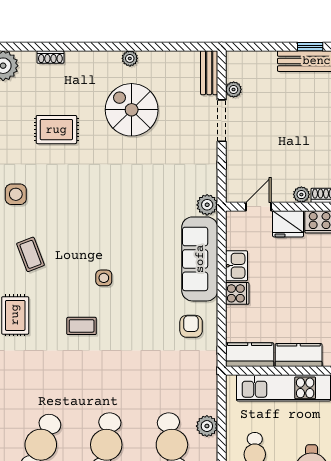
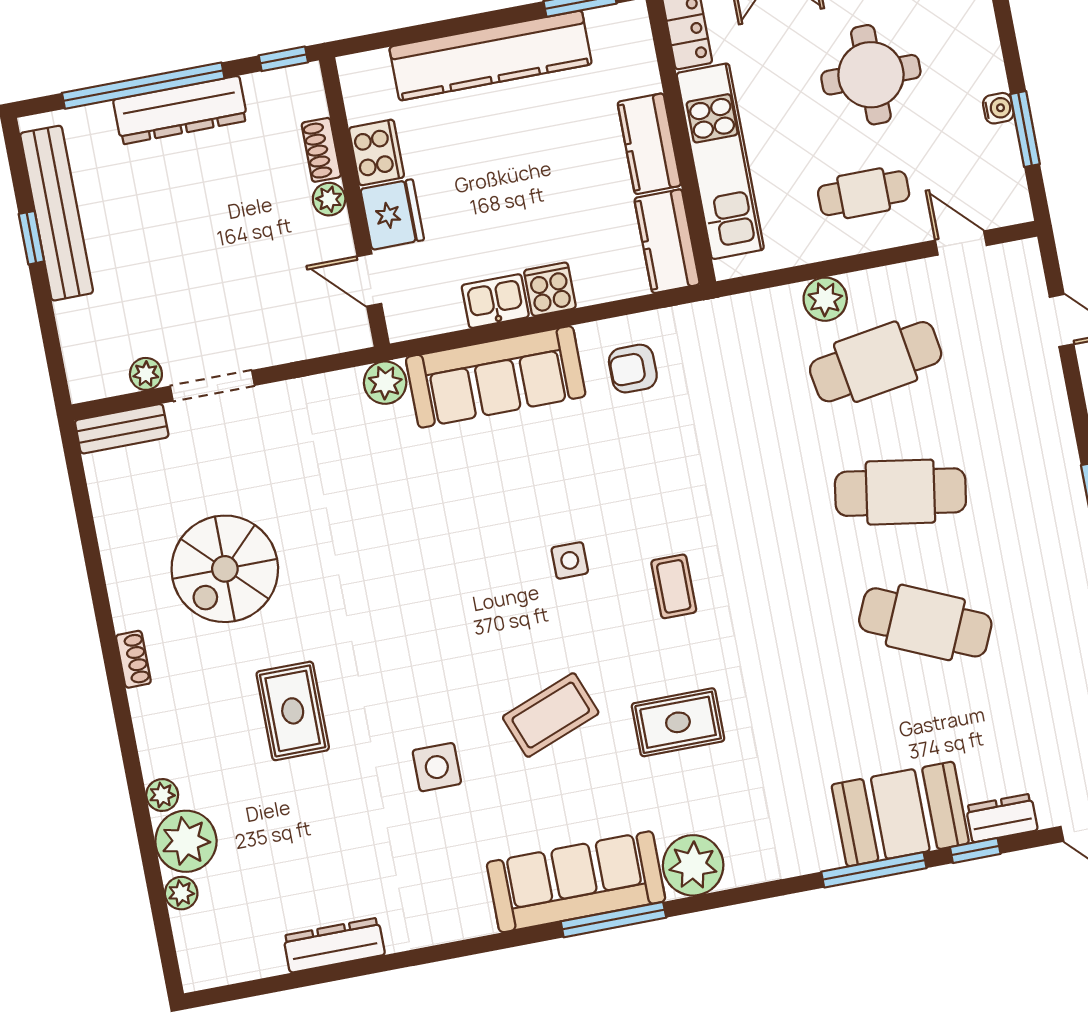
shoe rack: (50, 57) -> (133, 659), moved
plant: (130, 58) -> (162, 795), moved
coffee table: (31, 254) -> (551, 715), width x1.36, depth x1.30

